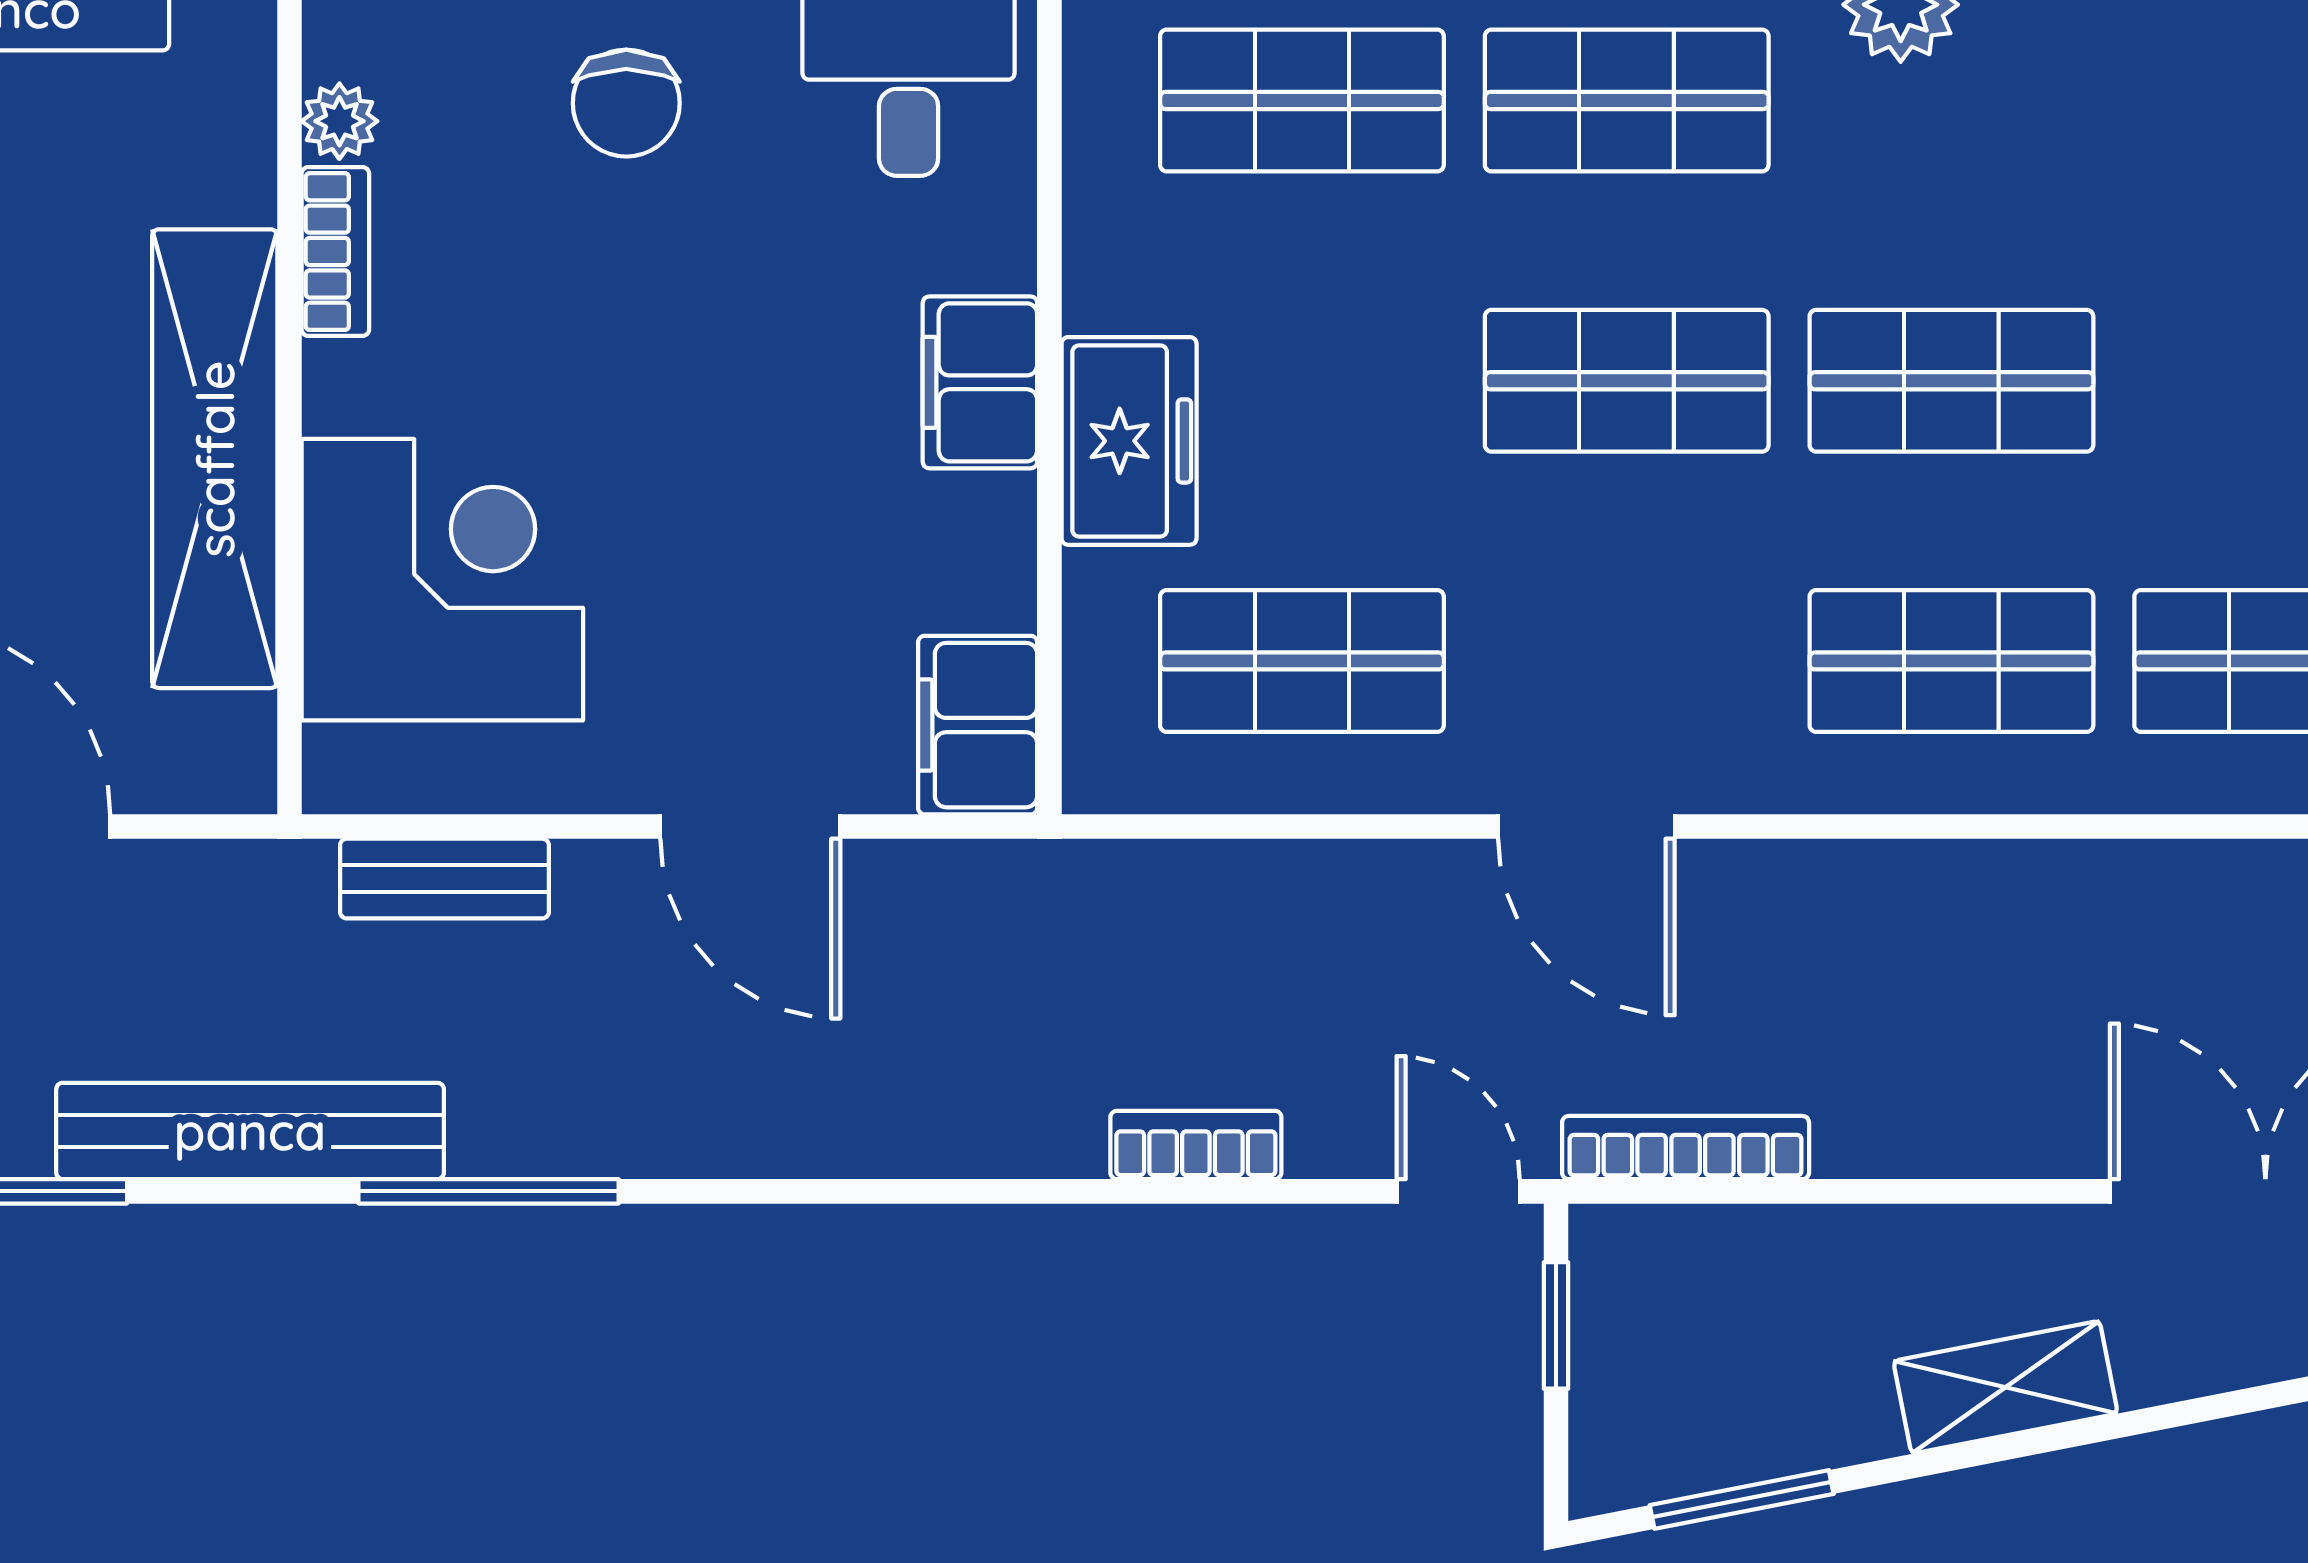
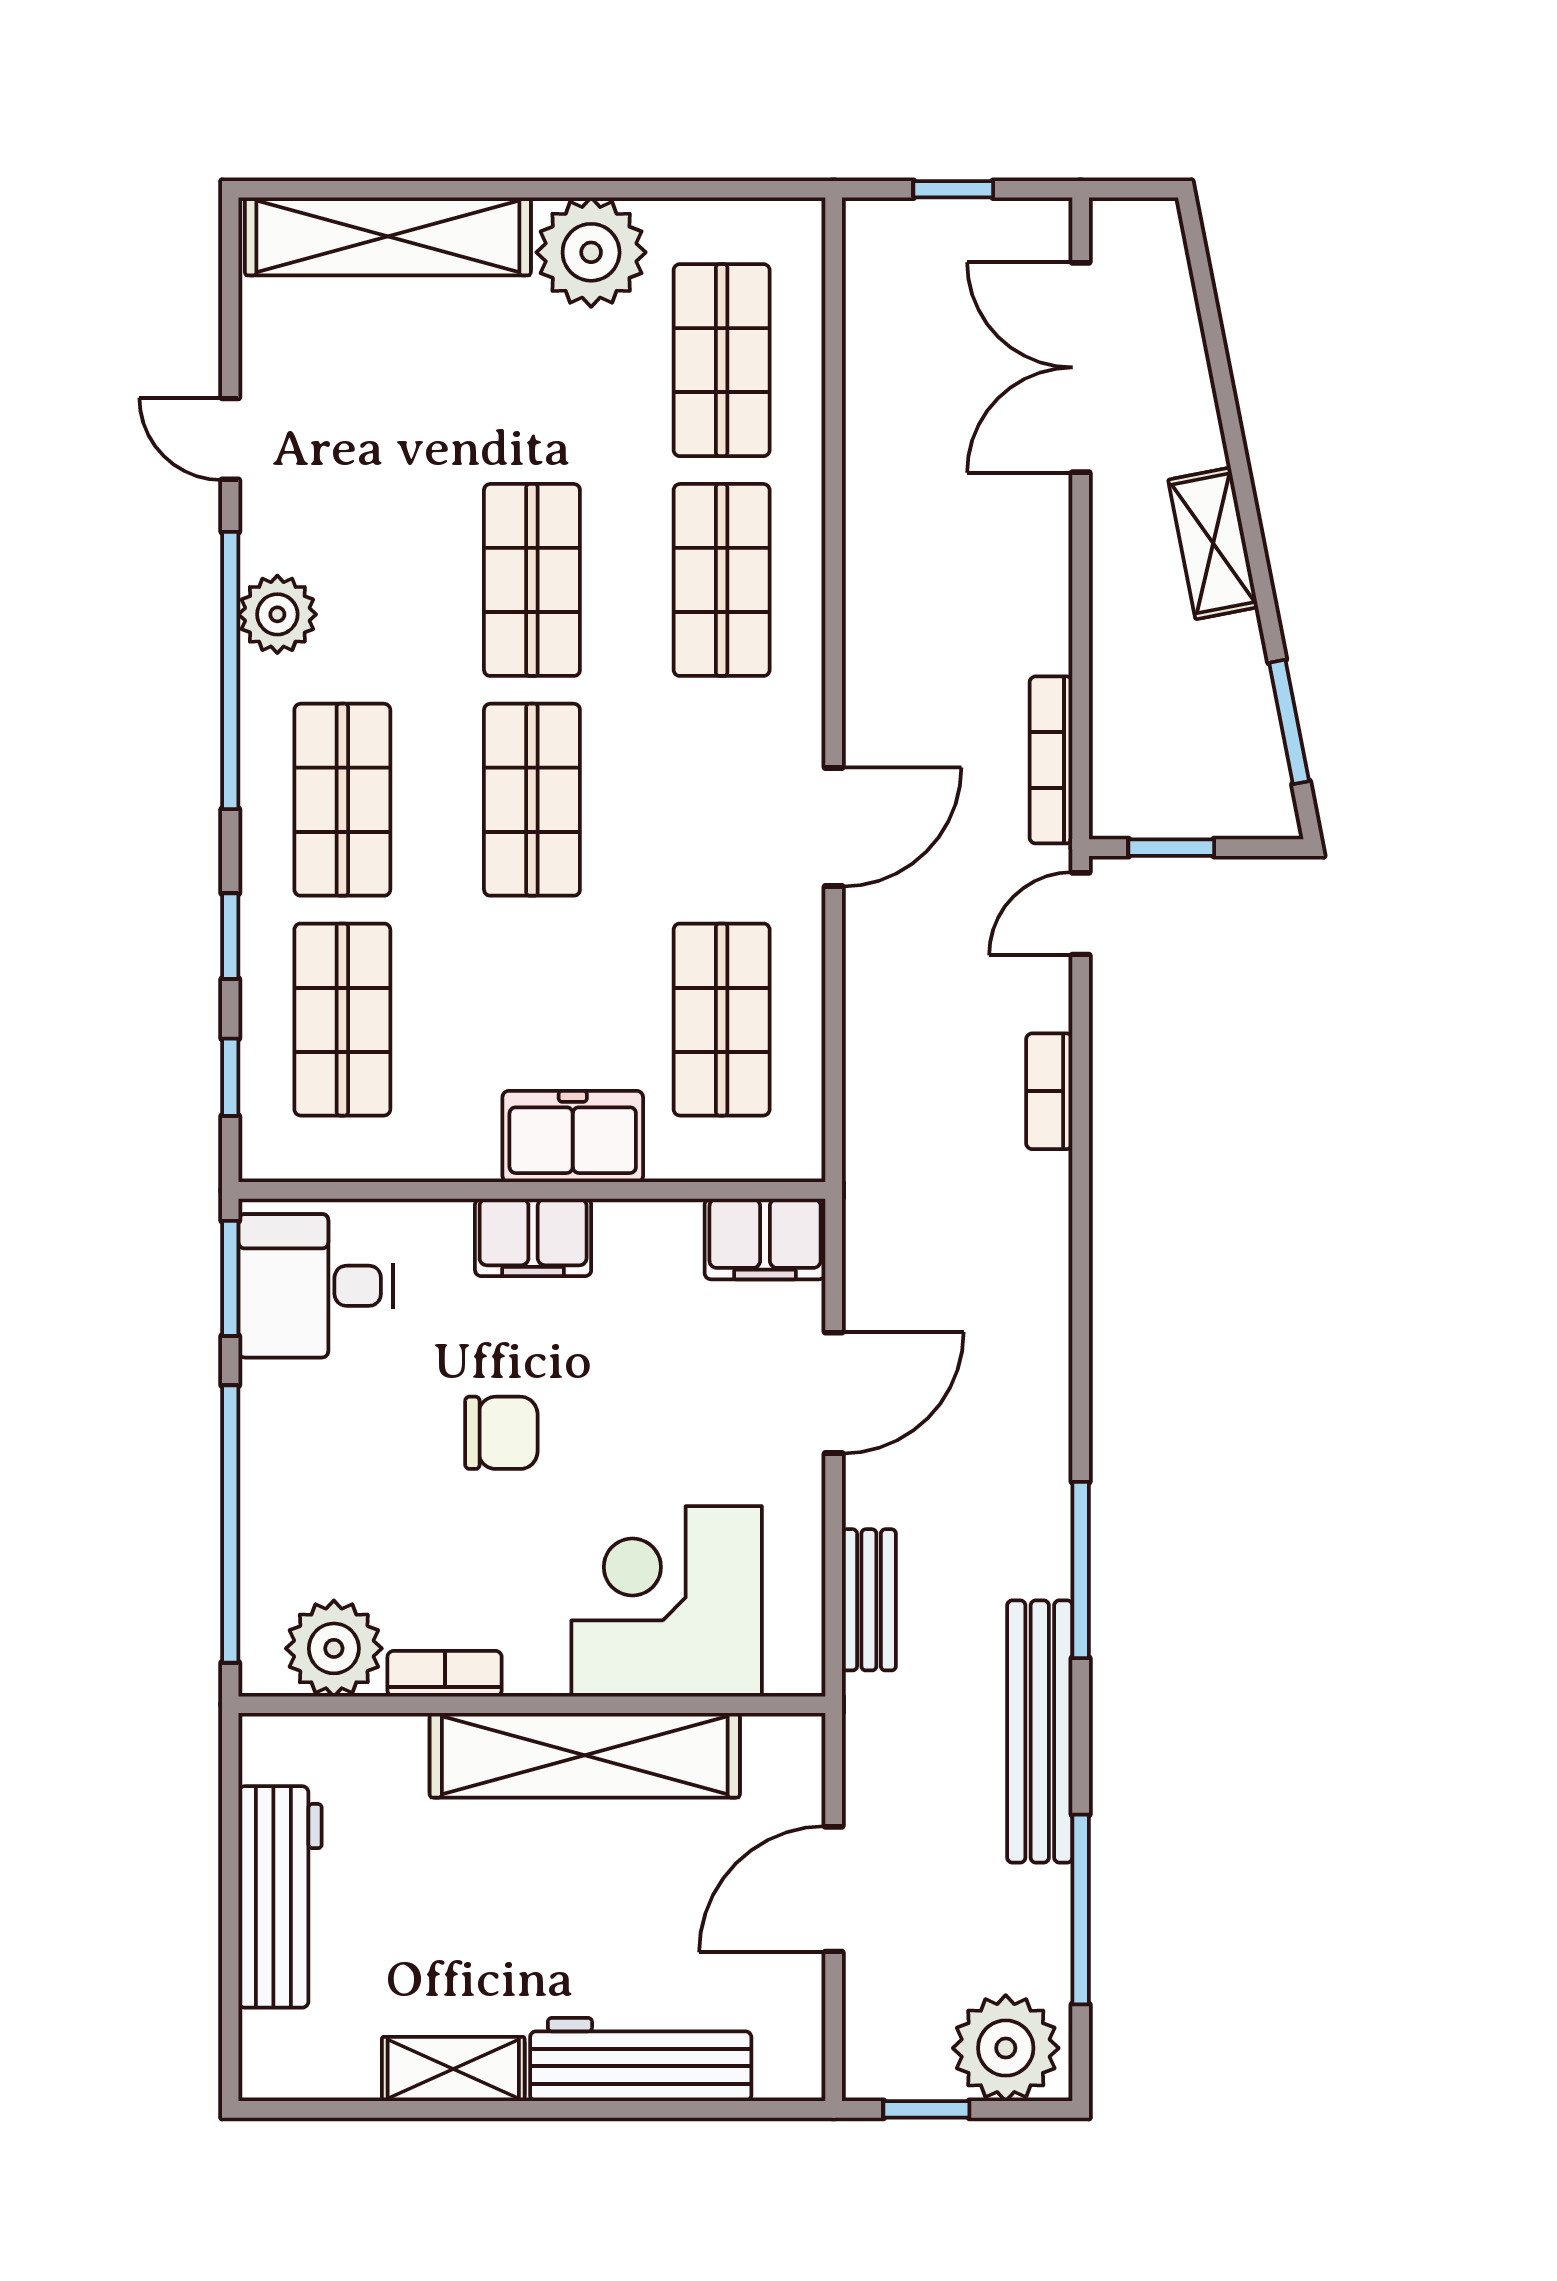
chair: (626, 103) -> (501, 1433), moved
plant: (339, 121) -> (334, 1648), width x1.87, depth x1.87

